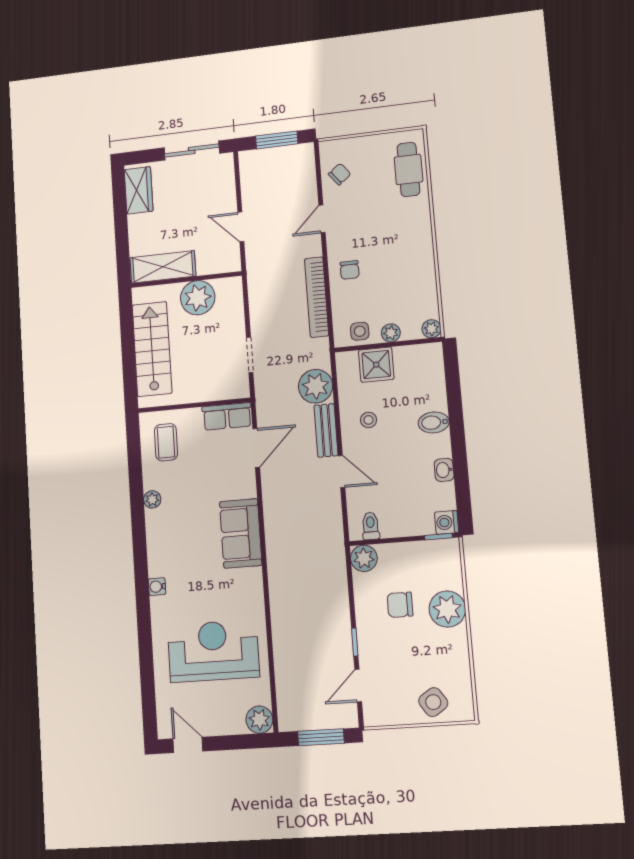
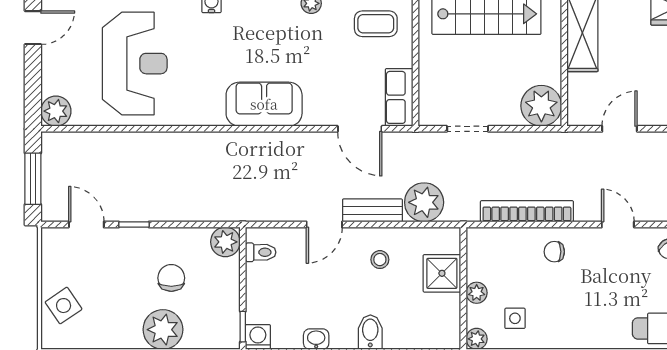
plant: (198, 298) -> (541, 106), moved
side table: (360, 331) -> (515, 318), moved

